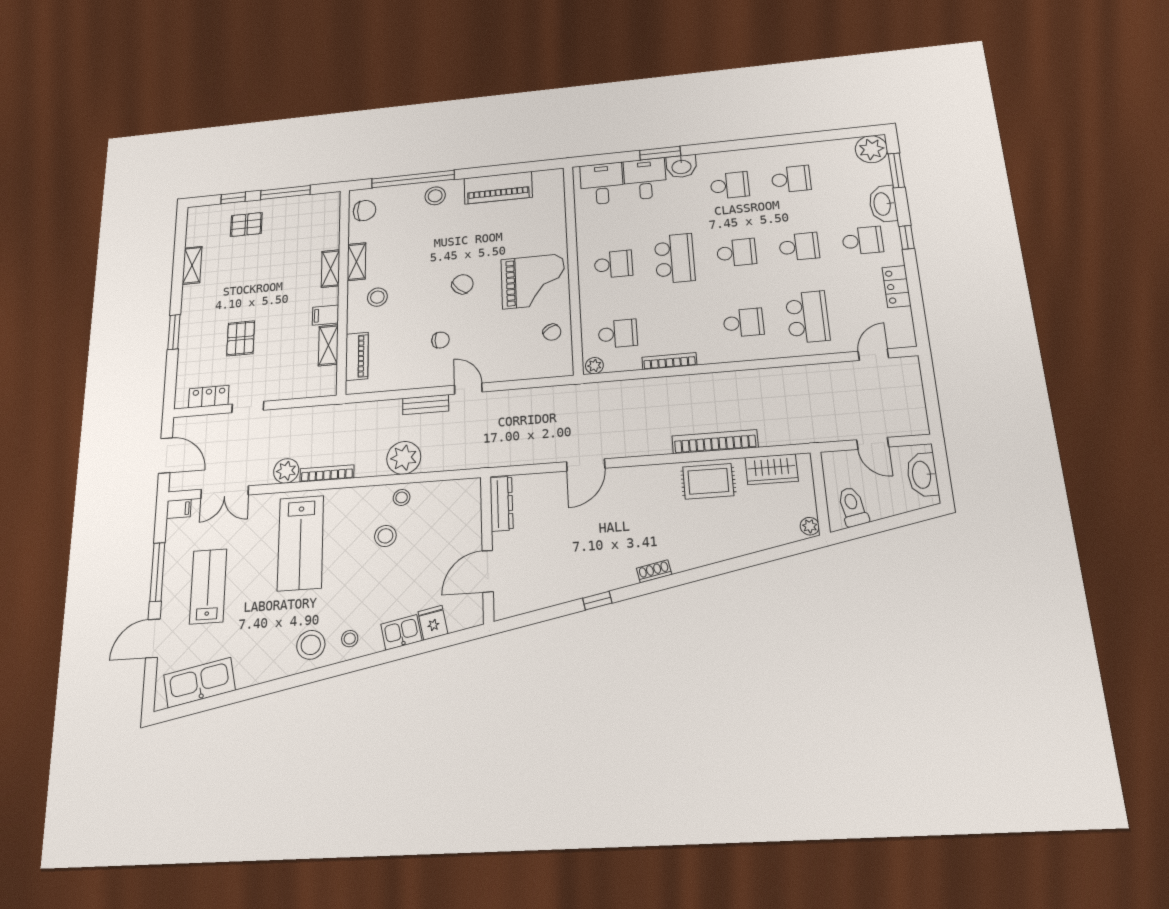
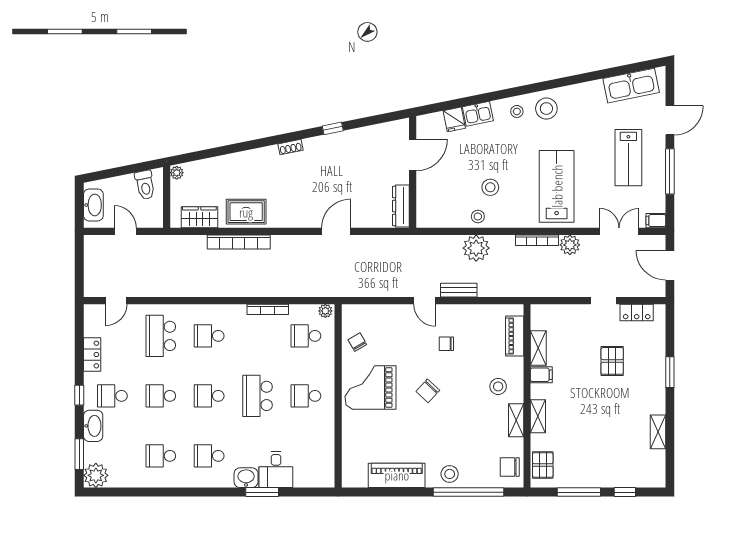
desk: (602, 184) -> (311, 469), removed
pallet: (246, 225) -> (543, 465), moved, turned 90

